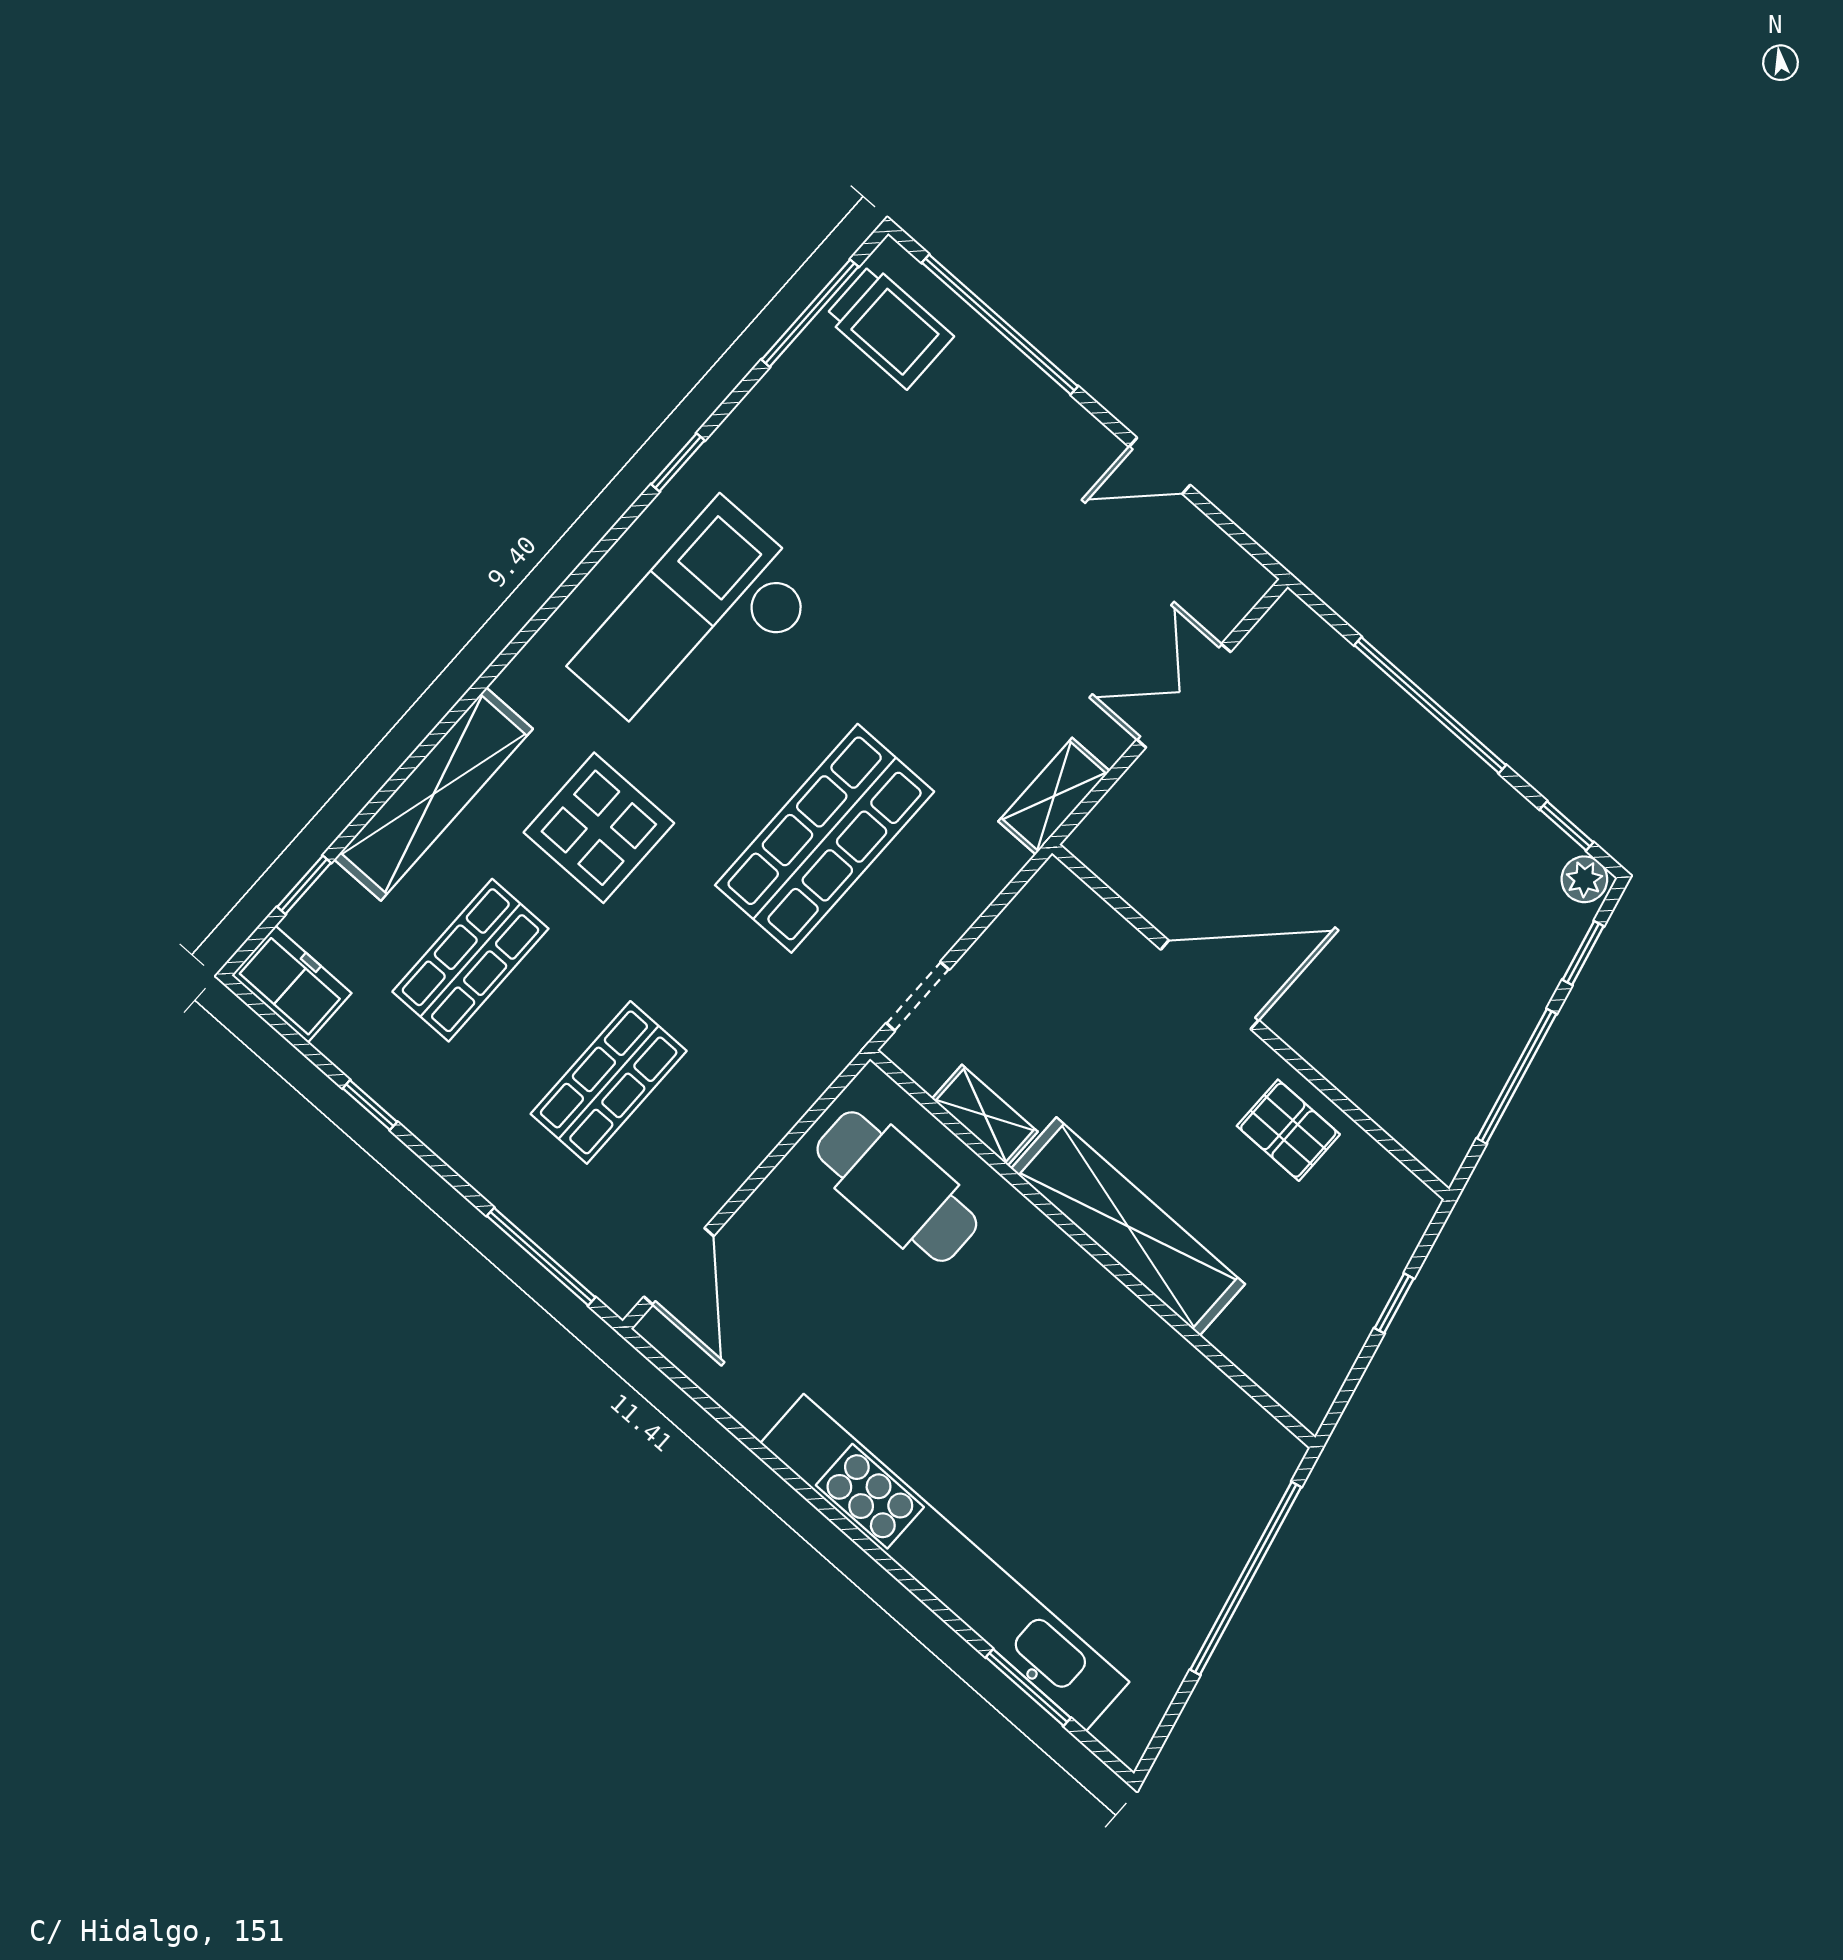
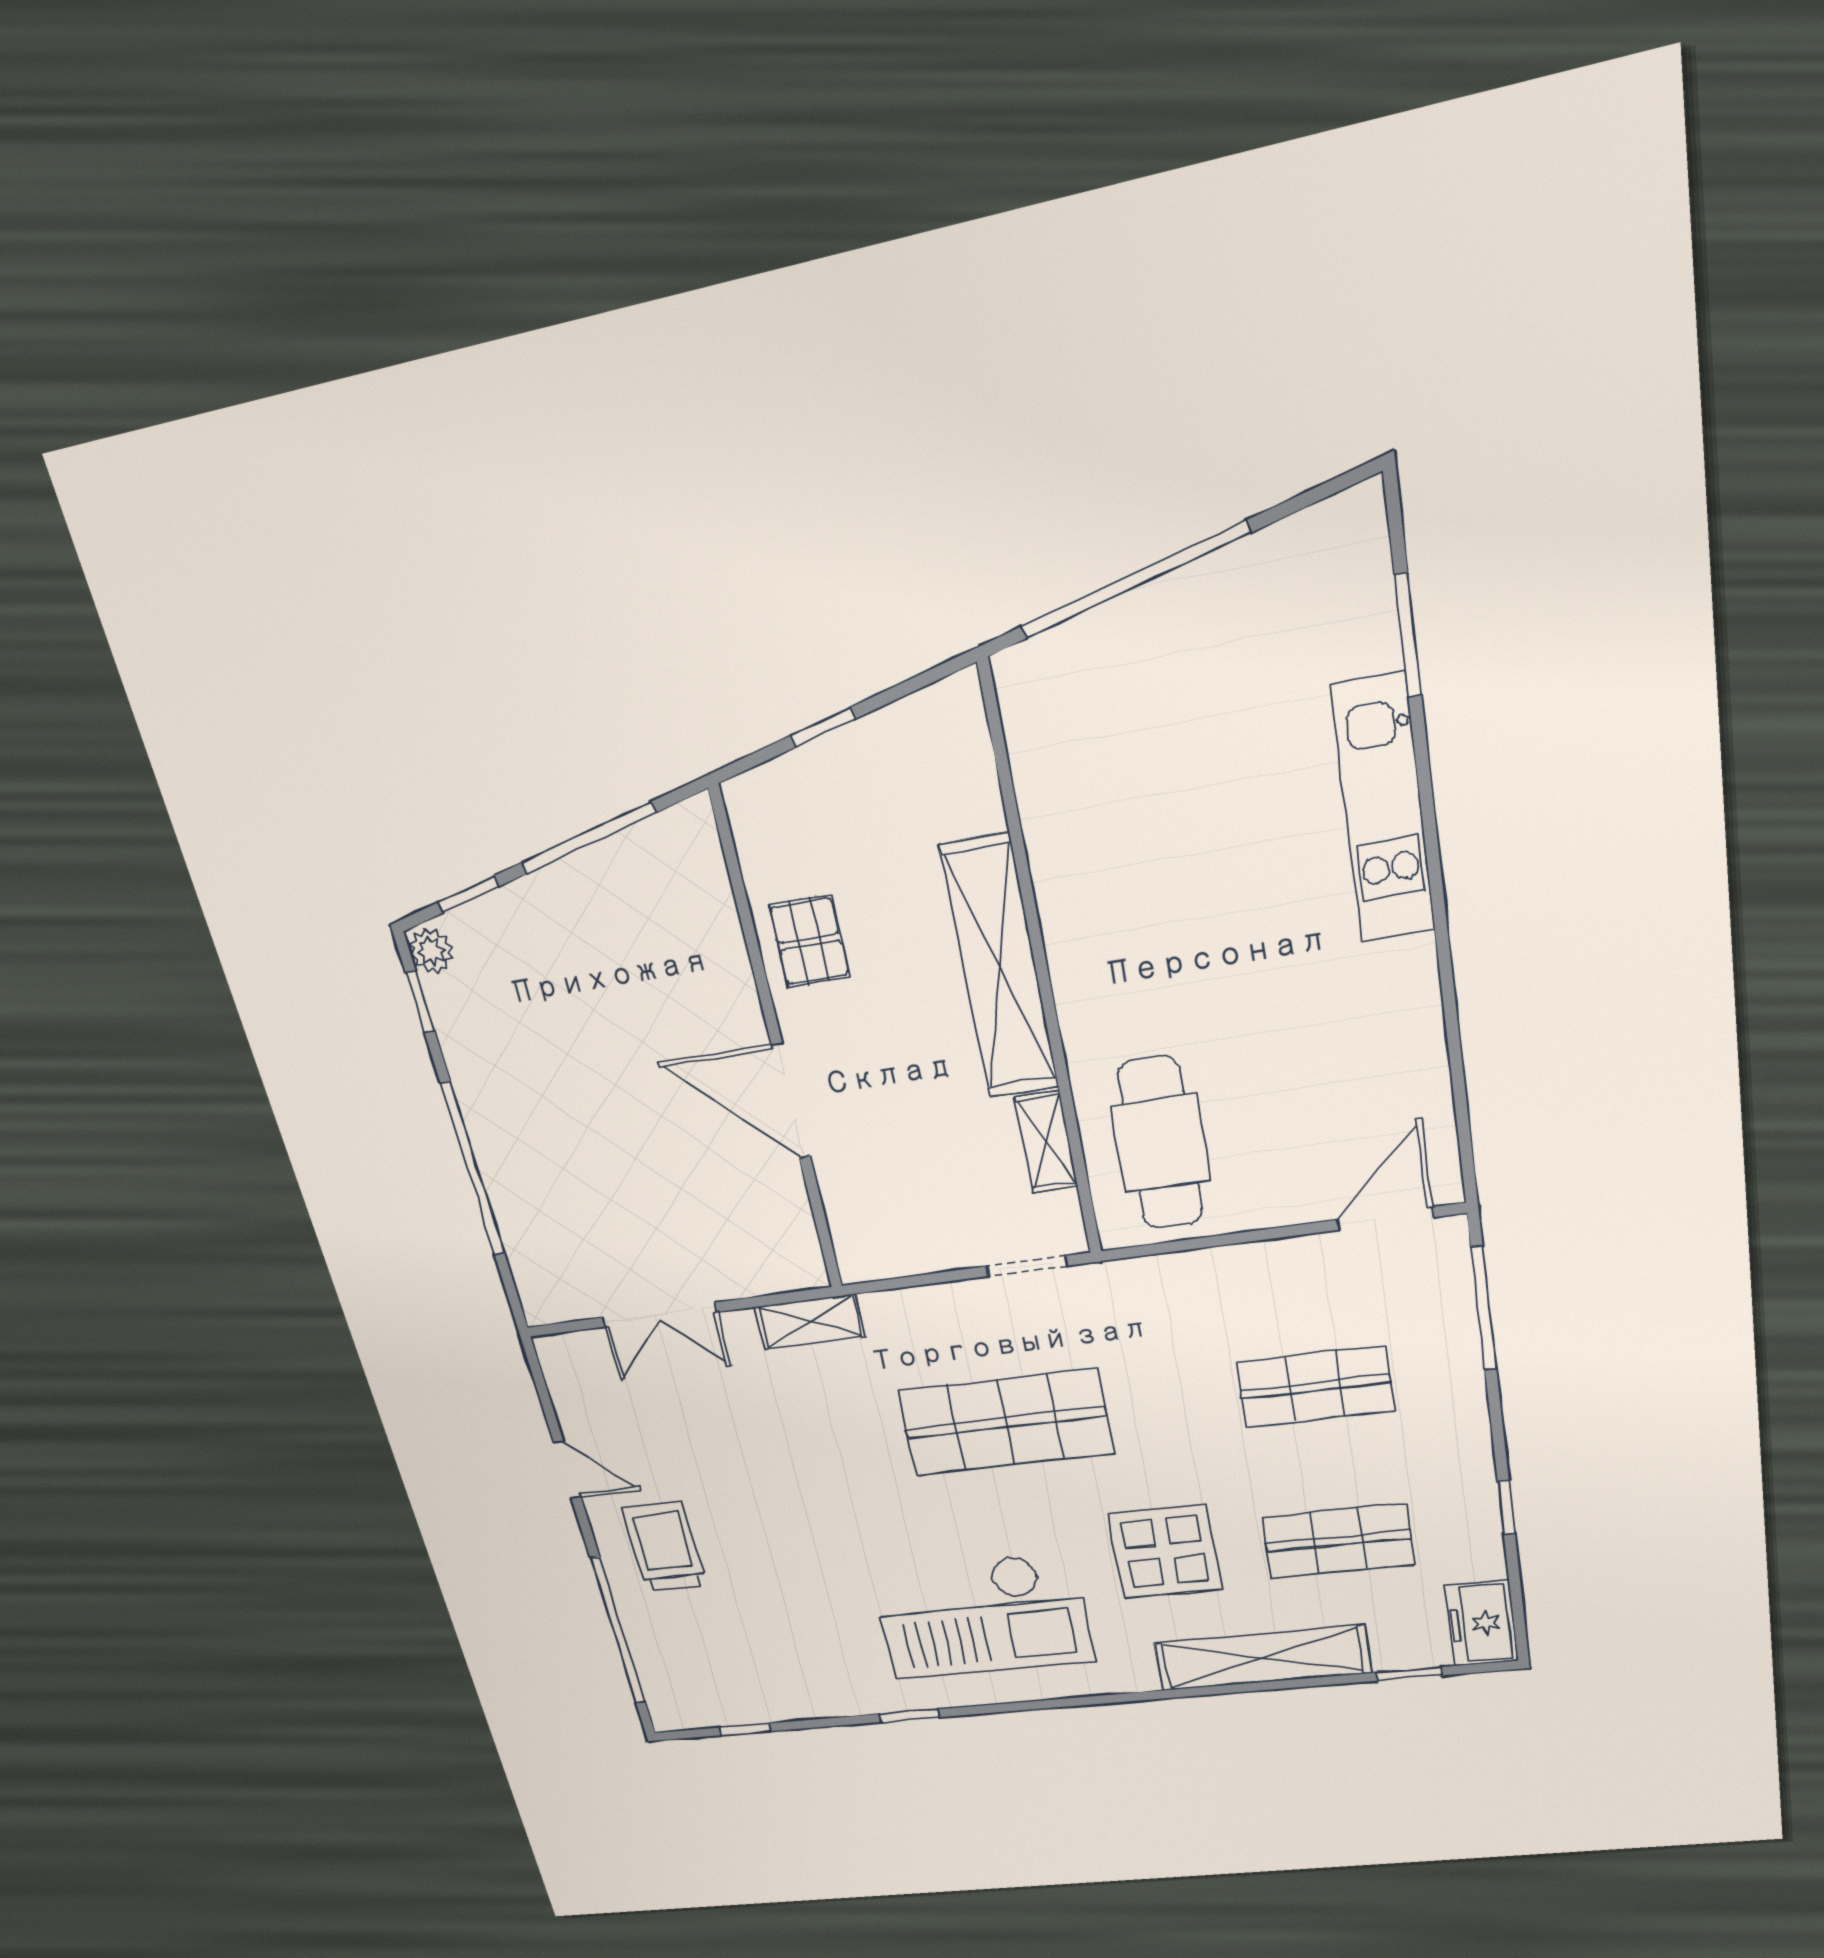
window: (810, 313) -> (745, 1729), width x0.46
trolley: (889, 327) -> (664, 1547), moved
kitchen unit: (945, 1562) -> (1383, 809), width x0.54

